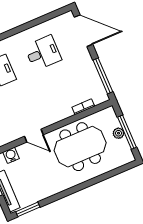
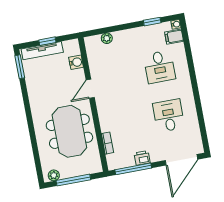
desk: (43, 53) -> (169, 116), turned 180
printer: (90, 70) -> (142, 158), added
plant: (118, 133) -> (54, 175), moved

